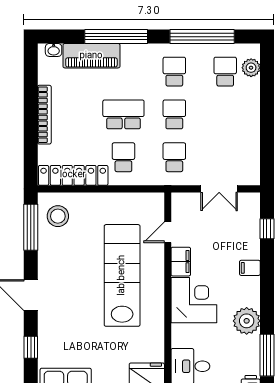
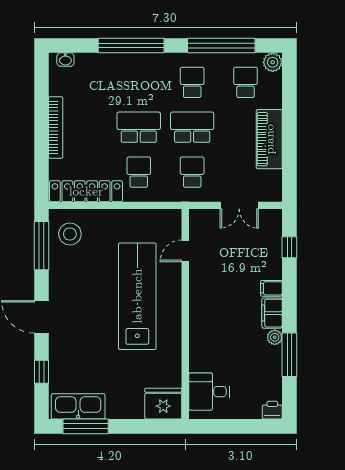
piano: (91, 56) -> (269, 139), moved, turned 90
plant: (251, 68) -> (273, 62), moved
school desk: (174, 114) -> (192, 127), width x1.85
filing cabinet: (181, 262) -> (272, 313), moved, turned 180
corner desk: (194, 300) -> (213, 322), removed
plant: (247, 321) -> (275, 337), width x0.53, depth x0.53
window: (267, 355) -> (289, 355), moved

